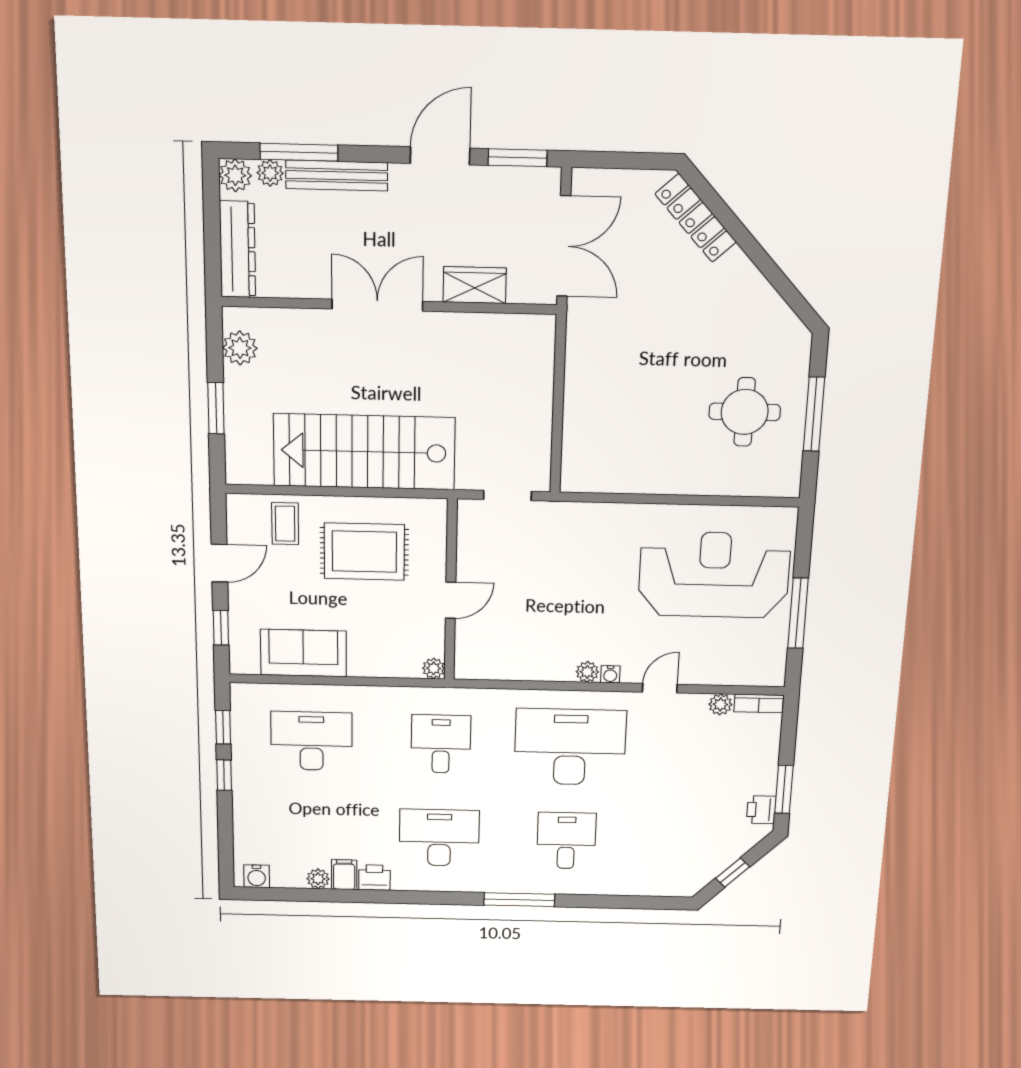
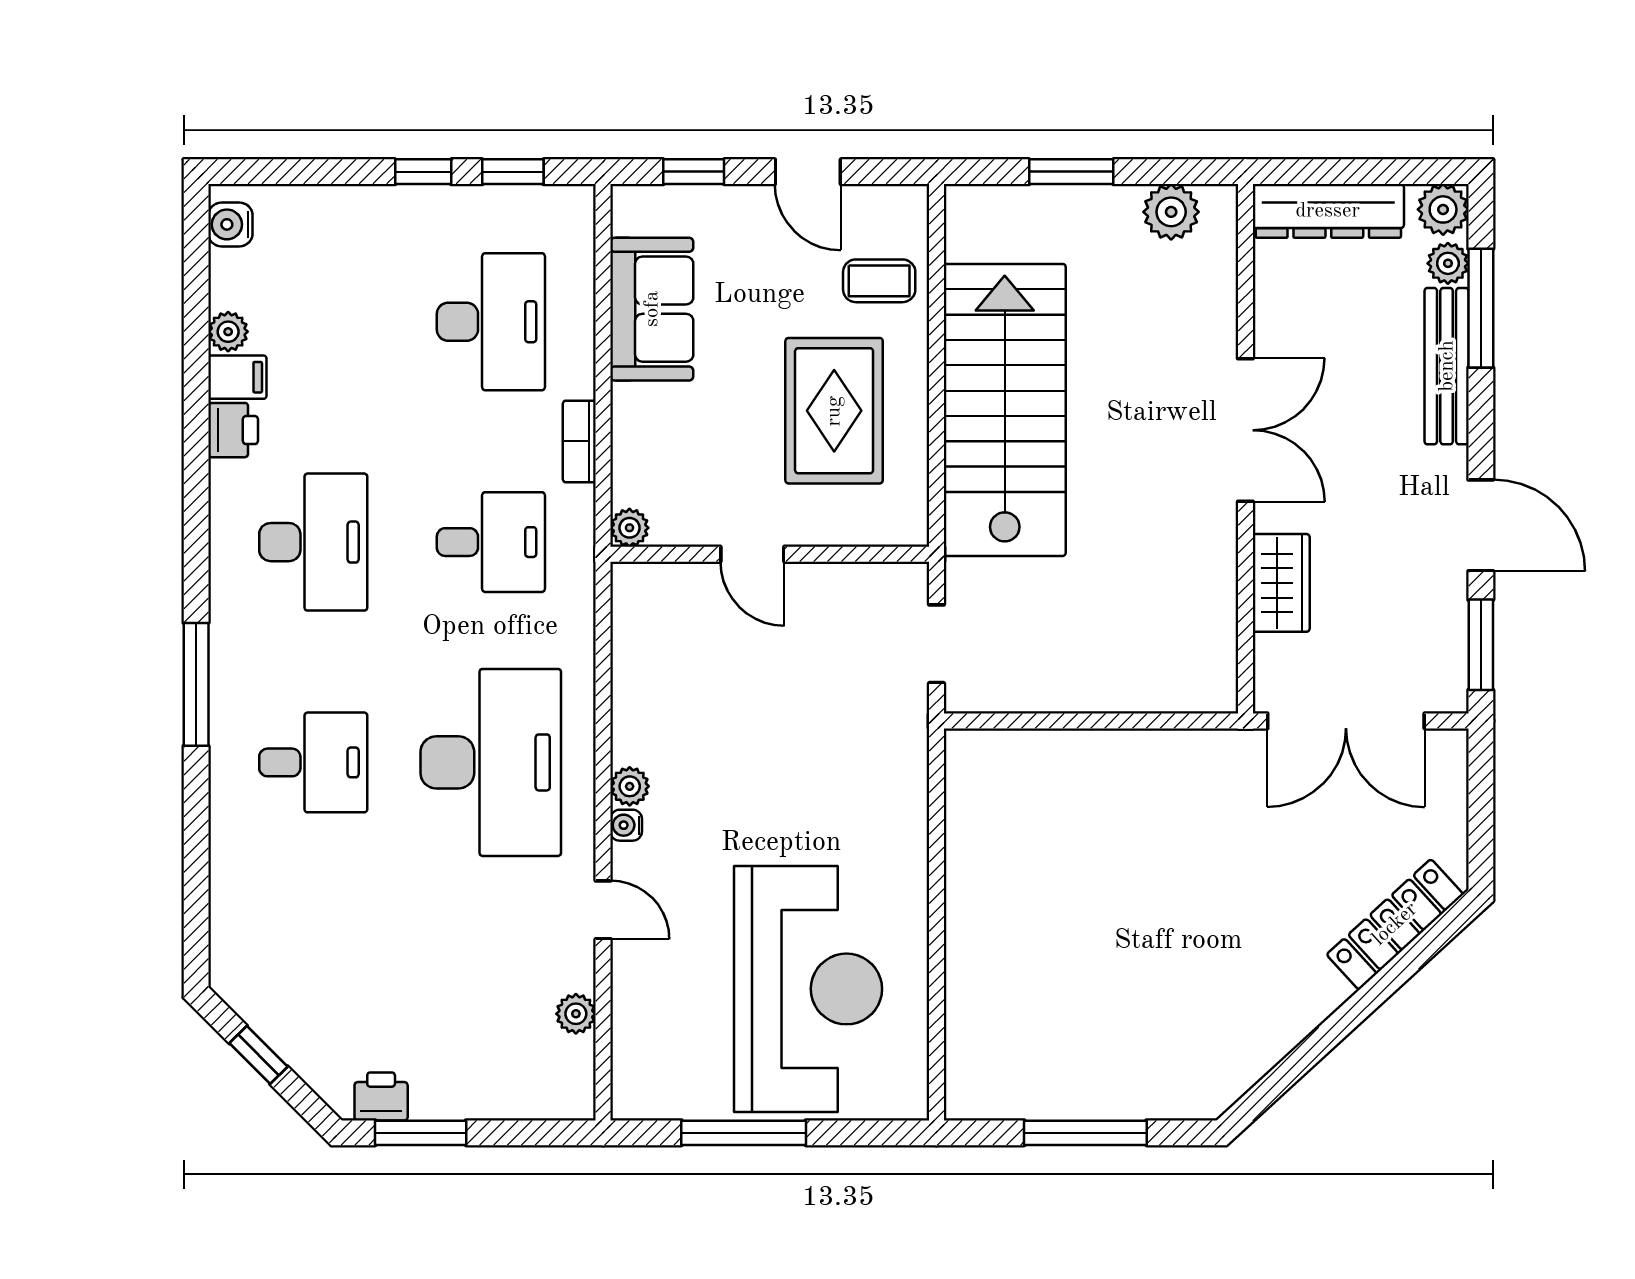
round table: (745, 412) -> (1086, 1021), removed
bookcase: (759, 703) -> (579, 441), moved

